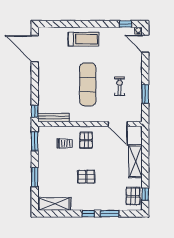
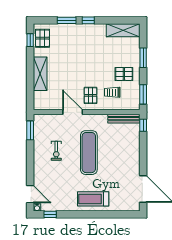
window: (145, 94) -> (30, 130), moved
door: (118, 124) -> (73, 112), moved
pallet: (86, 177) -> (124, 74), moved

